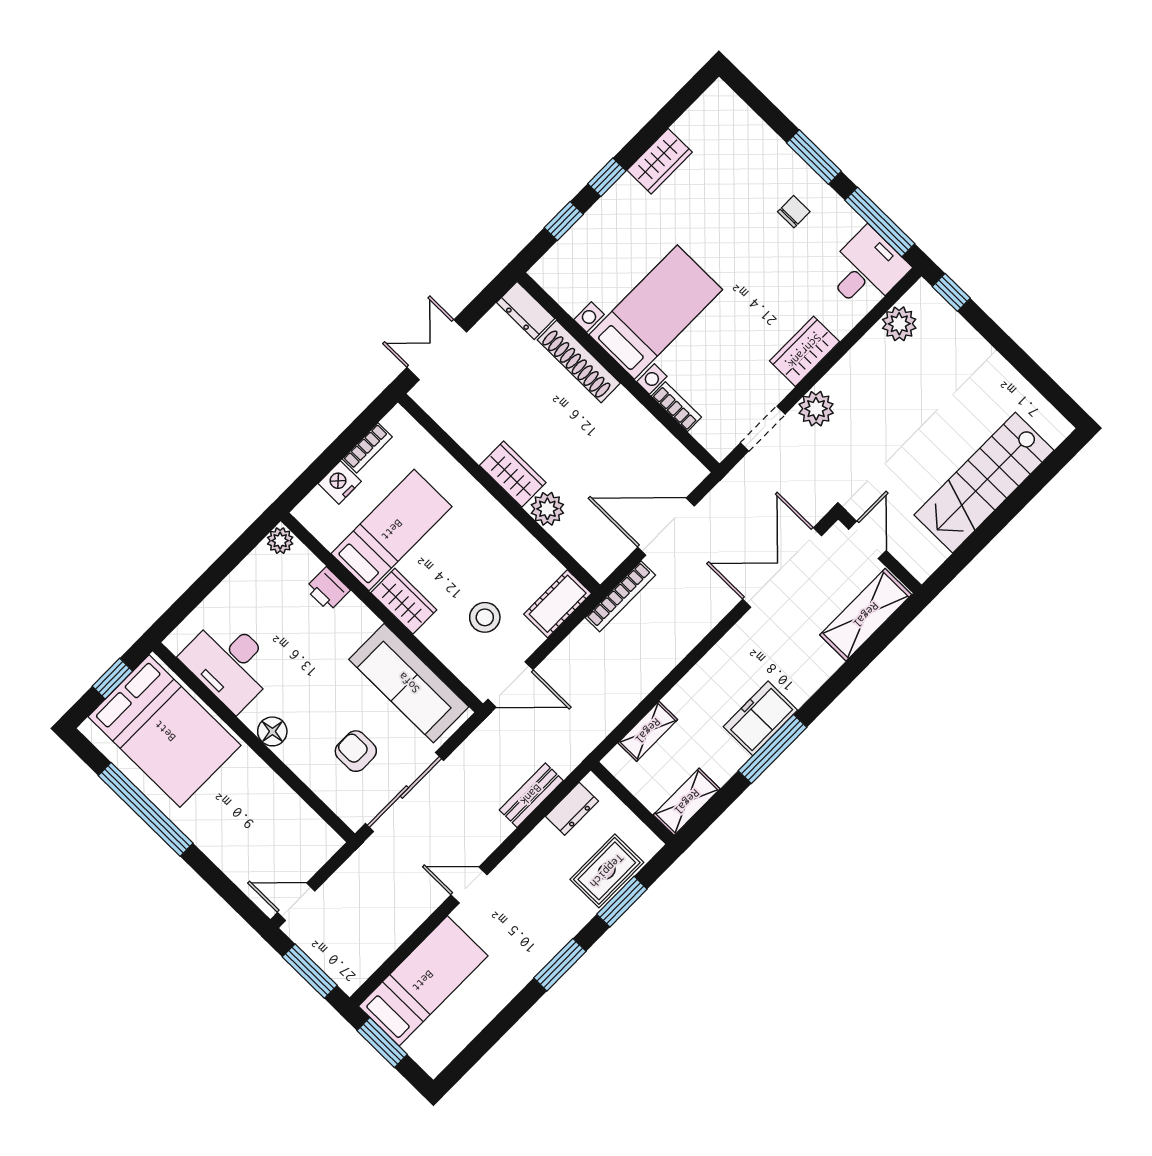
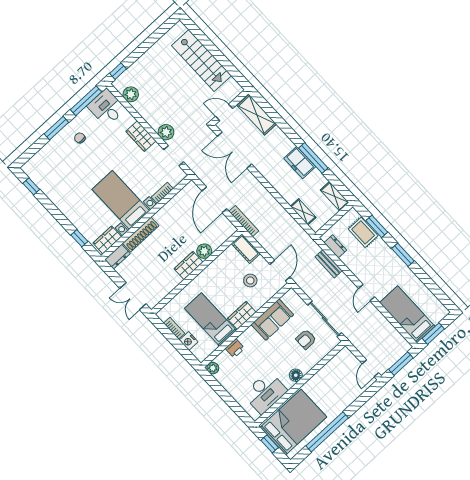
wardrobe: (660, 161) -> (107, 240), moved, turned -90
window: (607, 177) -> (31, 186), moved
sofa: (409, 683) -> (272, 320), width x0.73

